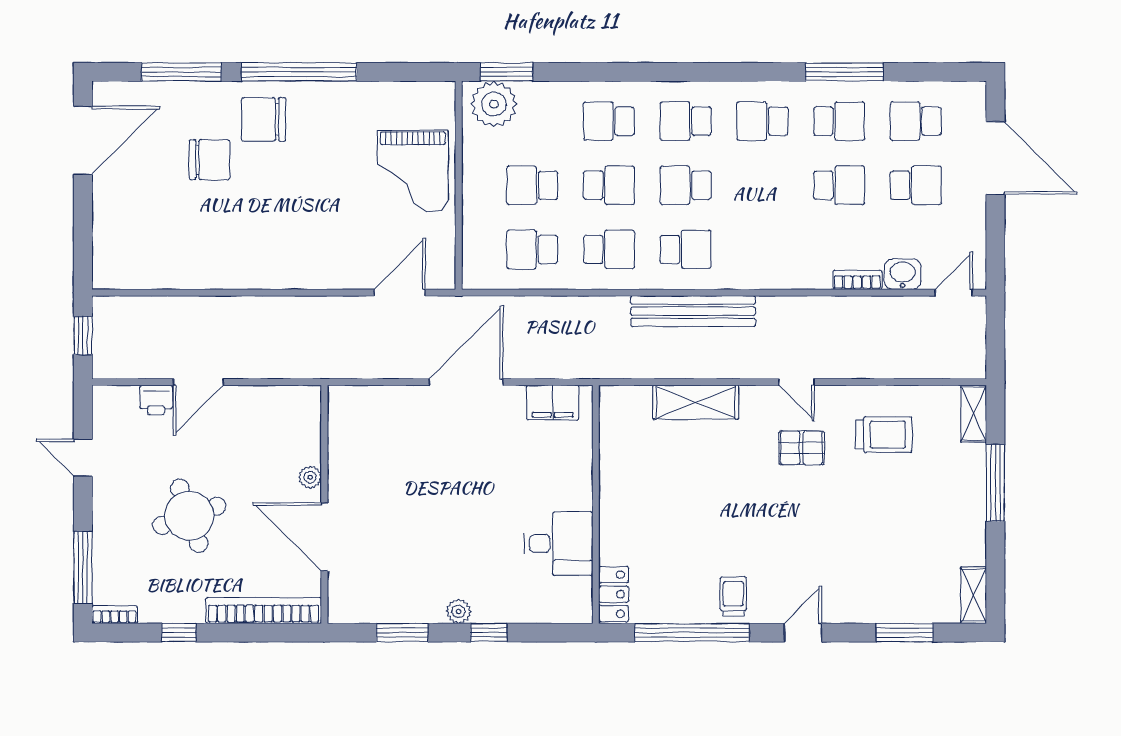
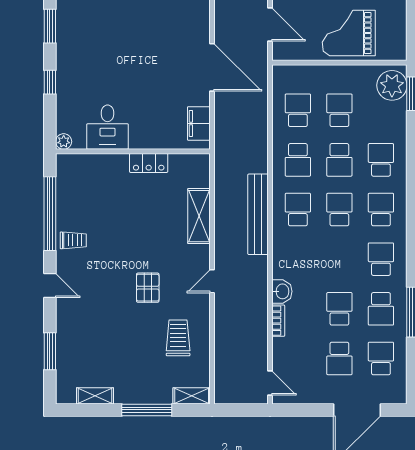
school desk: (839, 185) -> (339, 309), turned 180
school desk: (686, 249) -> (298, 210), turned 180
washbasin: (903, 274) -> (282, 291), moved
trolley: (884, 435) -> (178, 338), turned 180
pallet: (801, 448) -> (148, 288), moved
locker: (614, 594) -> (149, 163), moved
shelving: (974, 595) -> (95, 396), moved
plant: (459, 611) -> (64, 142), moved

